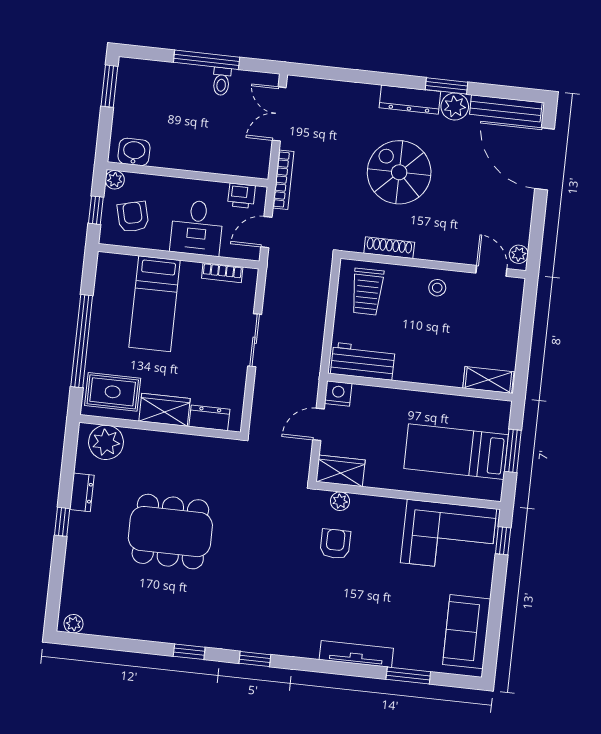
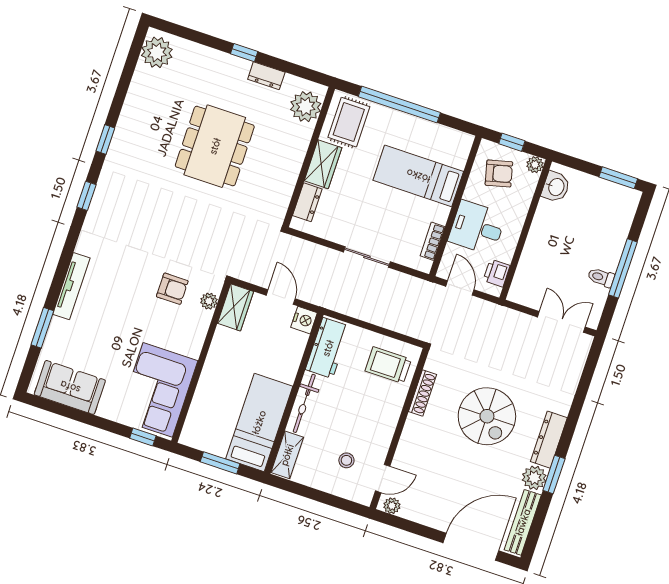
spiral stairs: (399, 172) -> (487, 416), turned 90
bookcase: (283, 180) -> (503, 313), removed
stool: (437, 288) -> (346, 460), moved
bicycle: (428, 374) -> (304, 403), added
bed: (456, 452) -> (259, 422), moved
plant: (74, 624) -> (157, 52), width x1.87, depth x1.87

